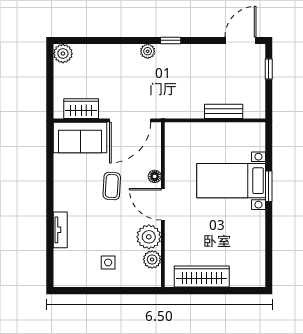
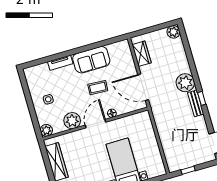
plant: (148, 51) -> (185, 83), width x1.88, depth x1.88
window: (269, 69) -> (188, 170), moved
bench: (224, 111) -> (196, 103), moved
sofa: (80, 138) -> (91, 60), moved, turned -90
plant: (152, 259) -> (46, 130), moved

